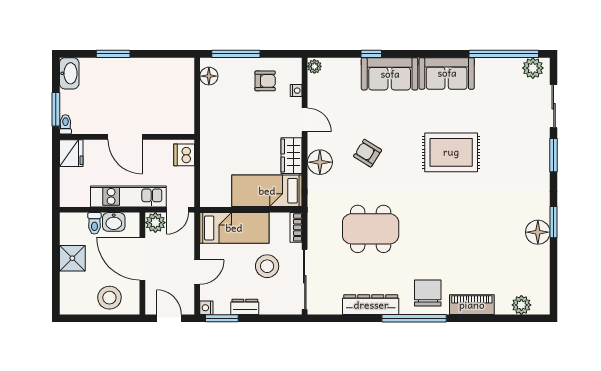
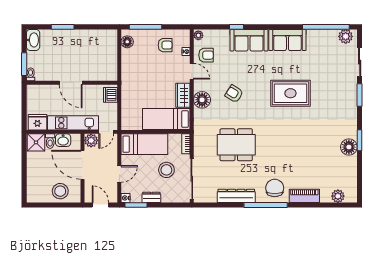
armchair: (326, 96) -> (206, 55), added
fridge: (71, 153) -> (37, 122), moved, turned -90
shower: (72, 258) -> (36, 142), moved

